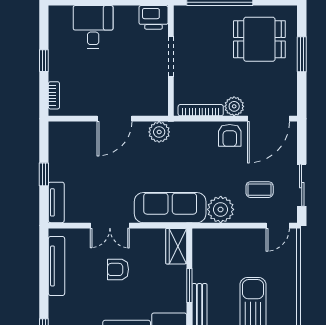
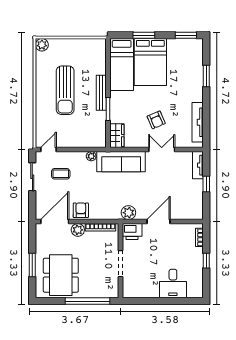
printer: (153, 17) -> (132, 231), moved, turned 180
dining table: (259, 39) -> (61, 275), width x1.38
plant: (221, 209) -> (91, 156), width x0.53, depth x0.53
armchair: (118, 269) -> (156, 120), turned 67

